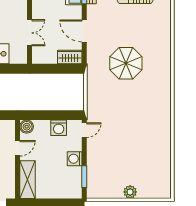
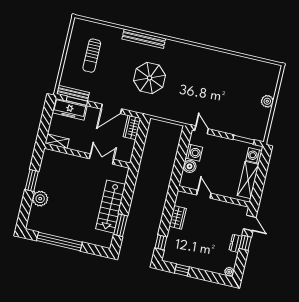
bench: (165, 48) -> (144, 39), added
boiler: (27, 127) -> (190, 166), moved
washing machine: (75, 159) -> (254, 156), moved, turned 90
shelving: (28, 180) -> (248, 180), moved, turned 90

